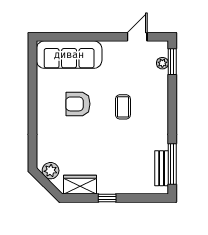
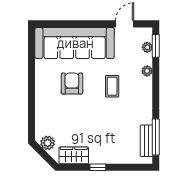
sofa: (69, 55) -> (75, 43), width x1.36, depth x1.27
plant: (162, 90) -> (147, 71), added
armchair: (78, 104) -> (72, 84), turned 90

